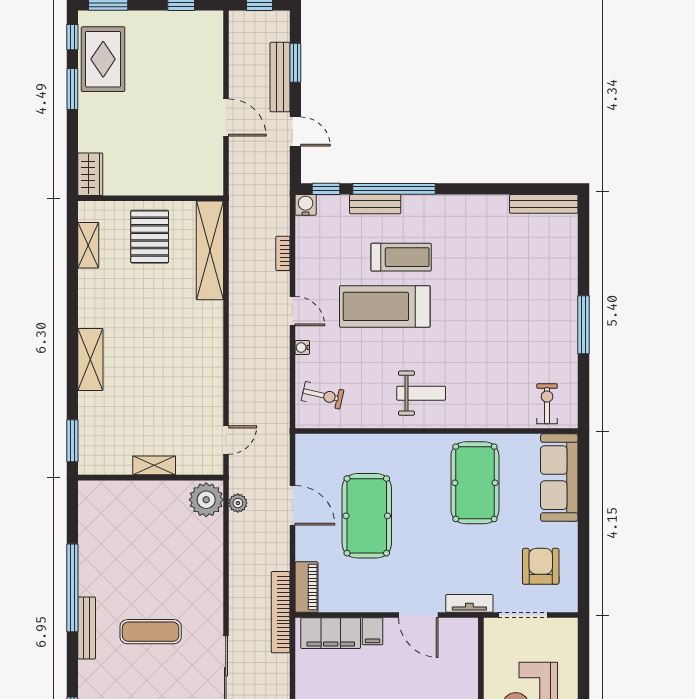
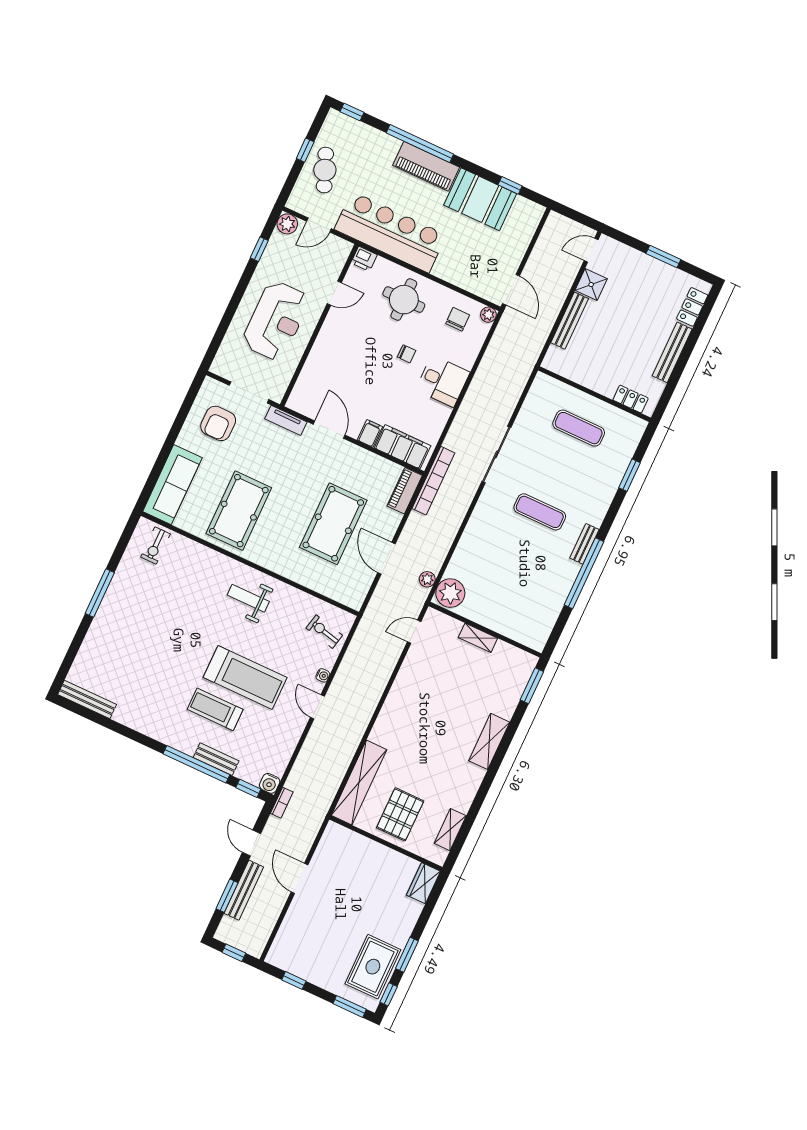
bookcase: (283, 253) -> (282, 803), moved
bench: (87, 628) -> (584, 544), width x0.73

